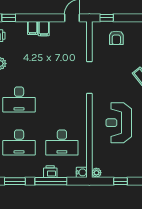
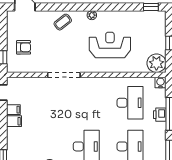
filing cabinet: (33, 28) -> (13, 110), moved
reception desk: (119, 123) -> (110, 45), turned 180
plant: (96, 173) -> (156, 63), width x1.88, depth x1.88

